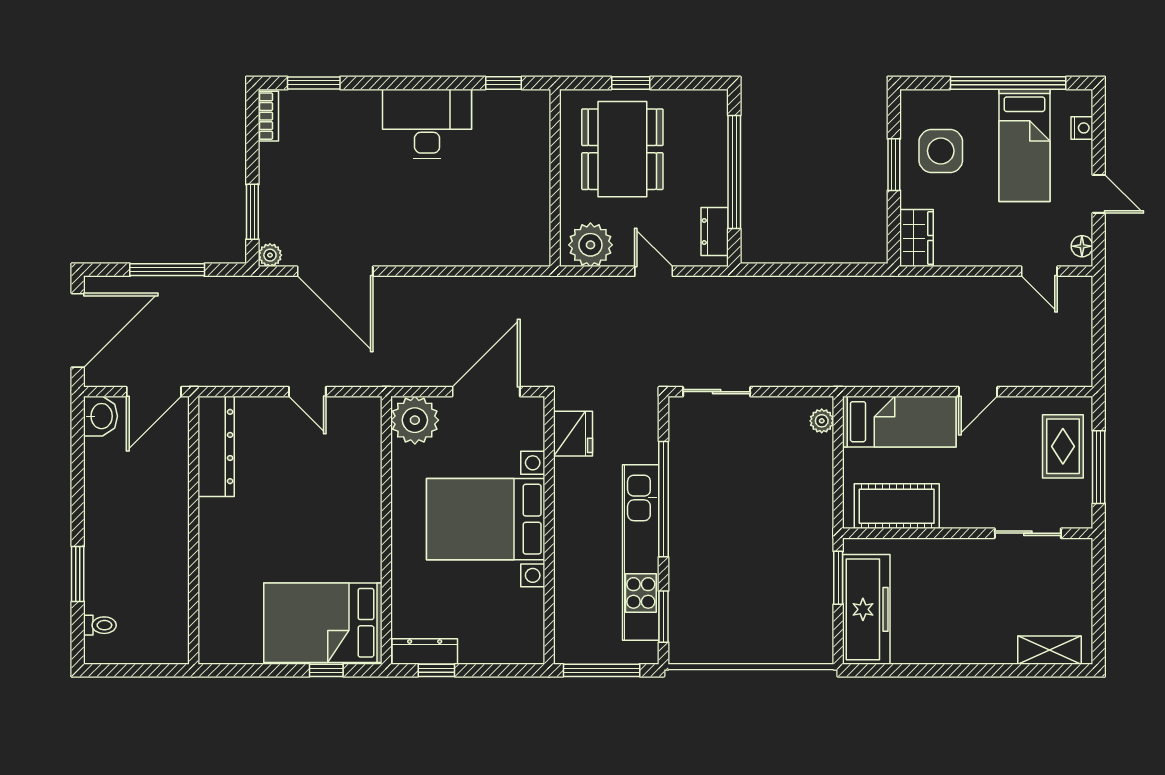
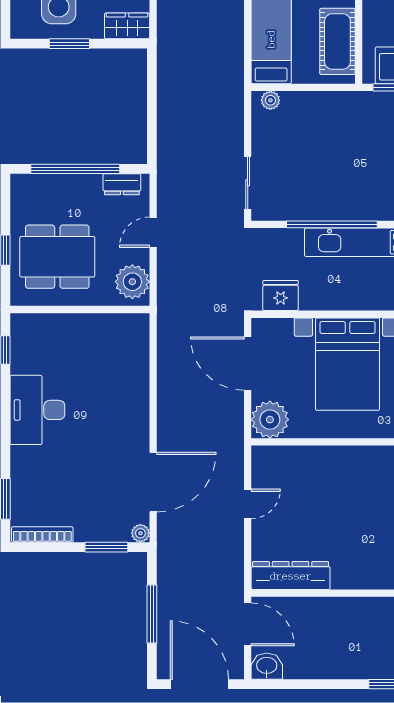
bookcase: (268, 116) -> (42, 534), width x1.56

